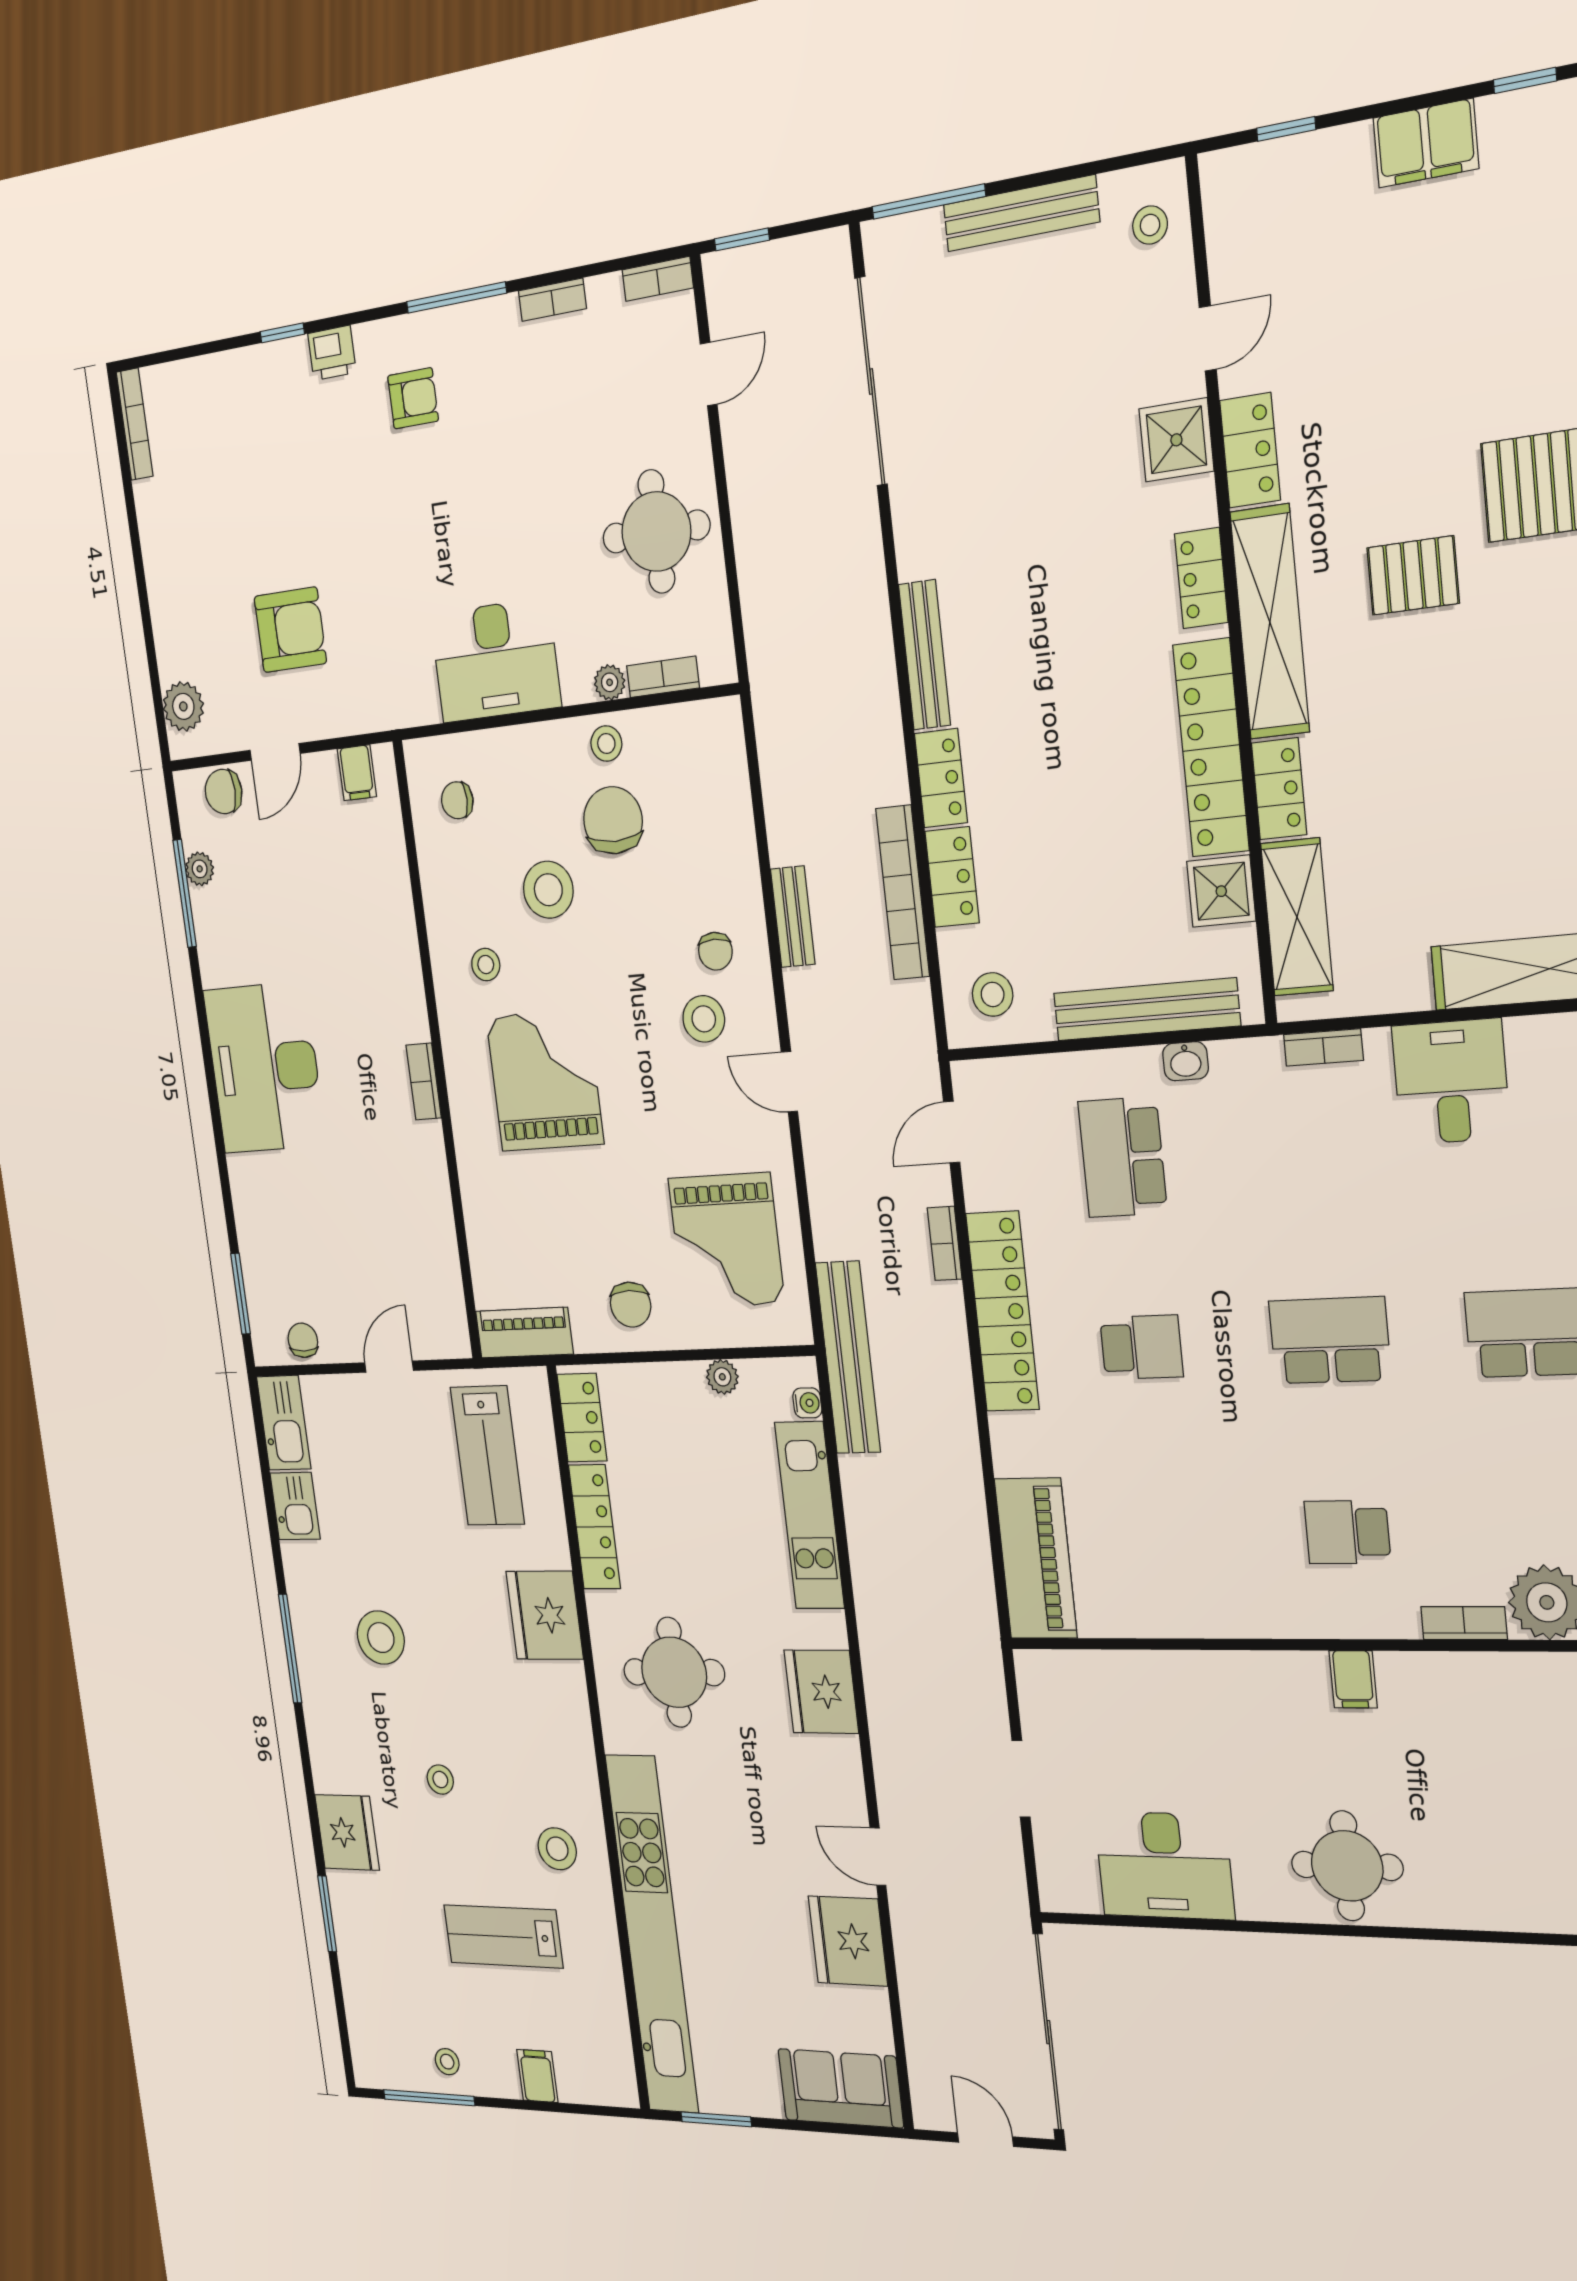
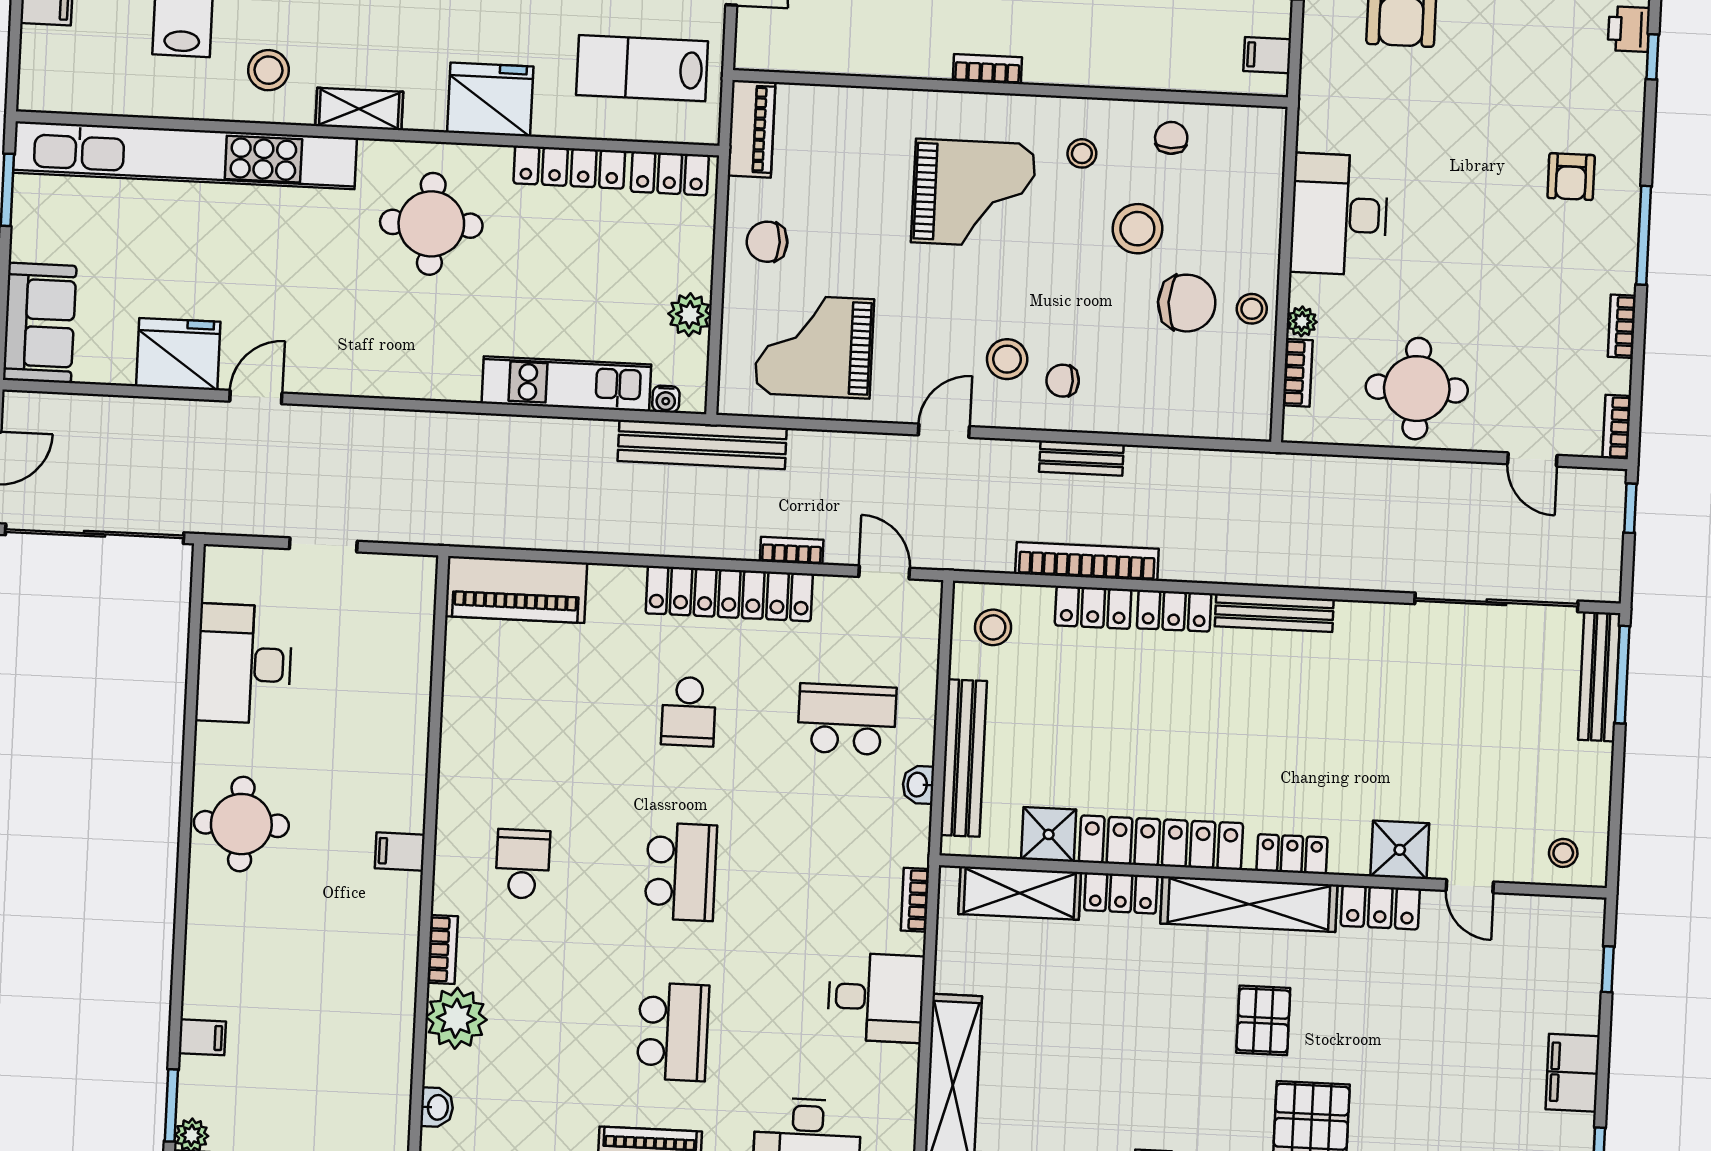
bench: (1021, 213) -> (1599, 677), moved
printer: (332, 353) -> (1629, 29), moved
chair: (457, 800) -> (1171, 138), moved
plant: (722, 1377) -> (690, 315), width x1.38, depth x1.38
fridge: (821, 1692) -> (408, 368), removed
shelving: (577, 1753) -> (359, 109), added

